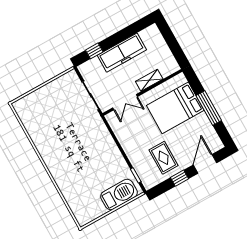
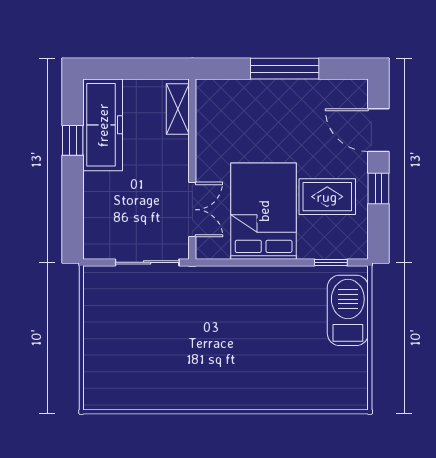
window: (94, 51) -> (73, 140), moved
freezer: (122, 53) -> (103, 125), moved
shelving: (149, 80) -> (178, 109), moved
bed: (175, 108) -> (264, 211), moved, turned 180

